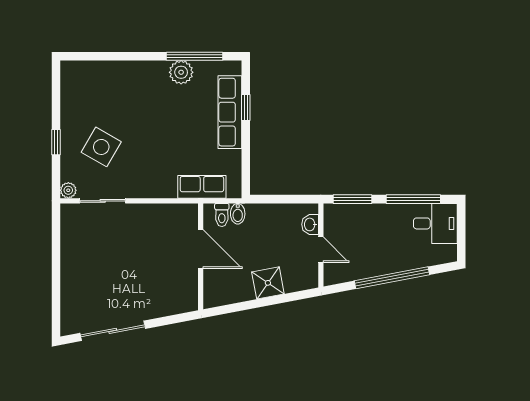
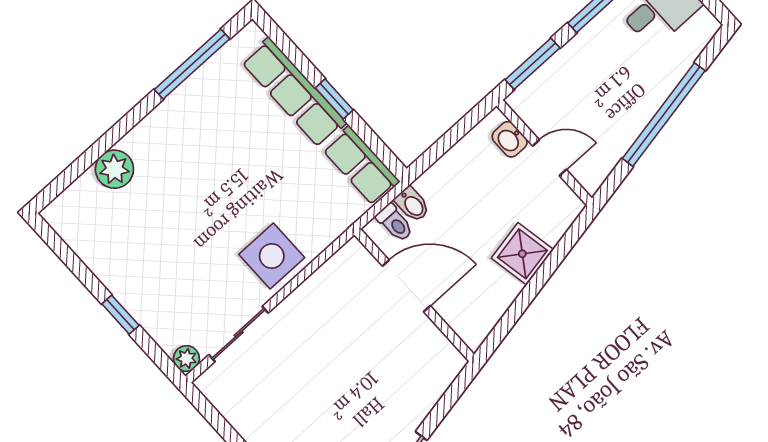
plant: (181, 72) -> (114, 169), moved
window: (246, 107) -> (334, 99), moved
side table: (101, 147) -> (272, 256), moved, turned -30
row of seats: (202, 187) -> (361, 166), moved, turned -90

